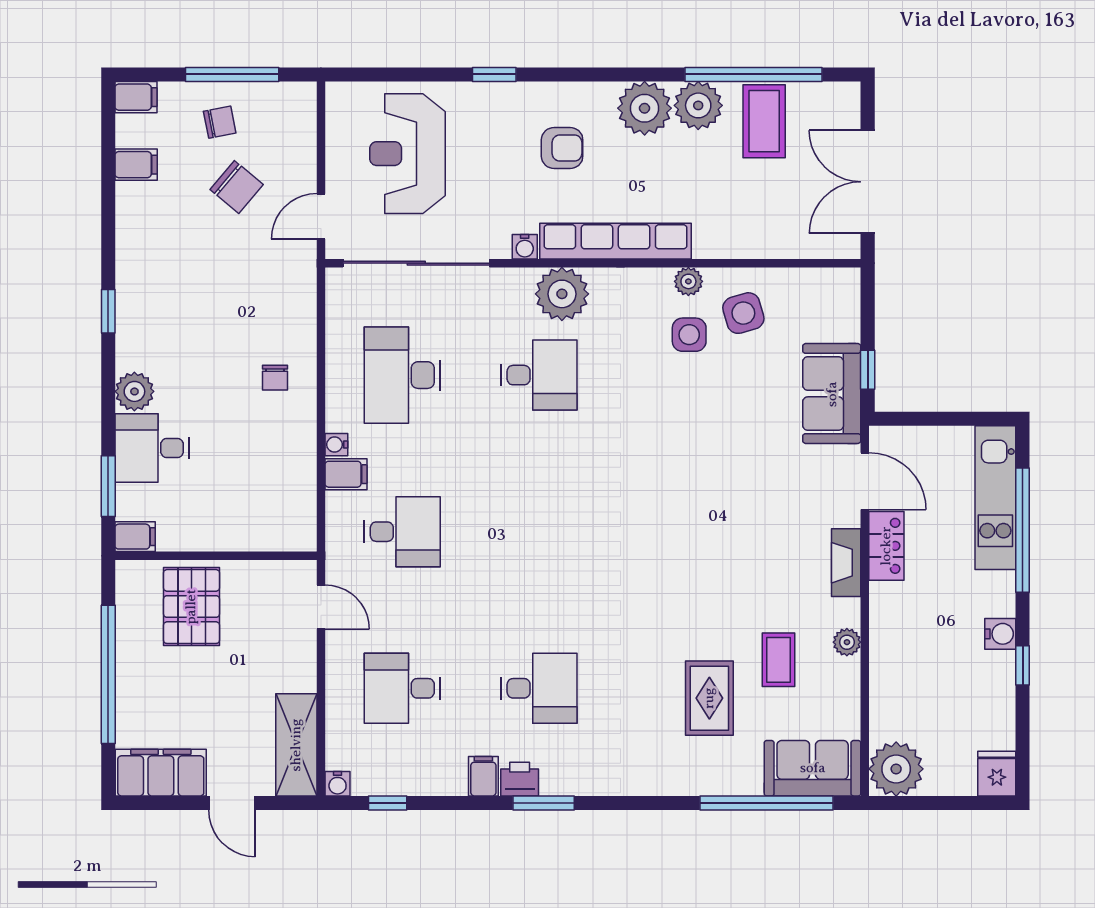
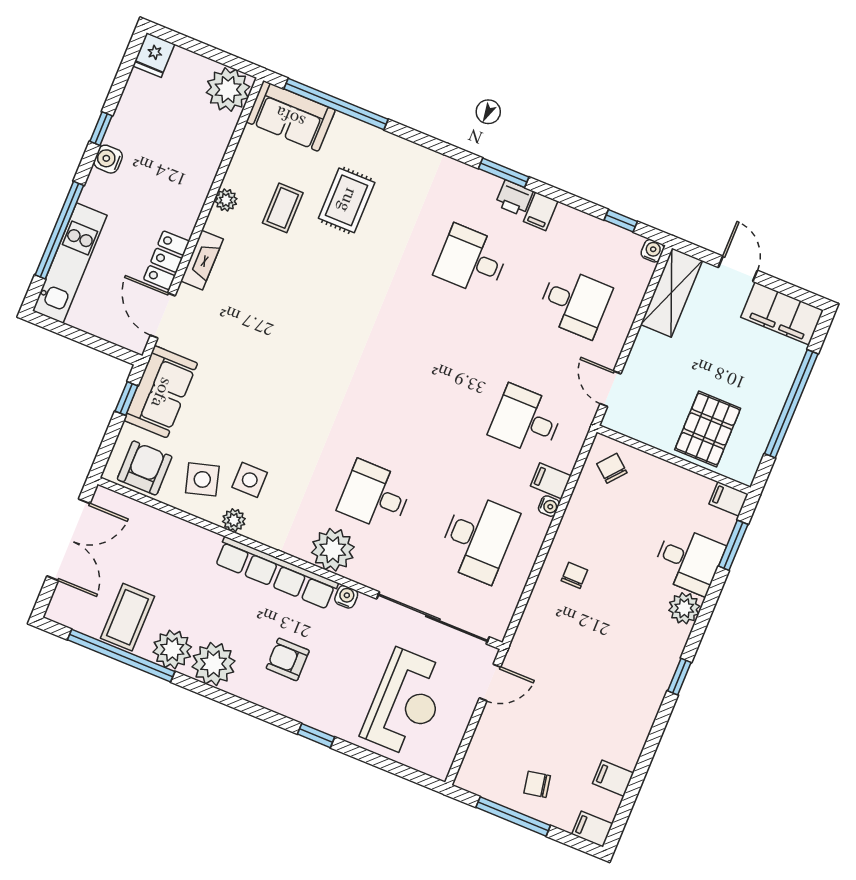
chair: (237, 187) -> (612, 468), moved, width x0.73, depth x0.73
armchair: (814, 299) -> (145, 468), added

